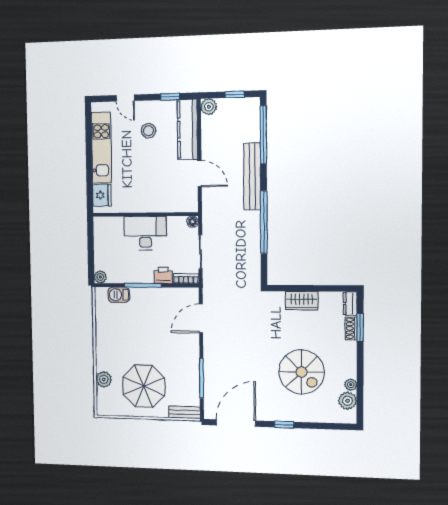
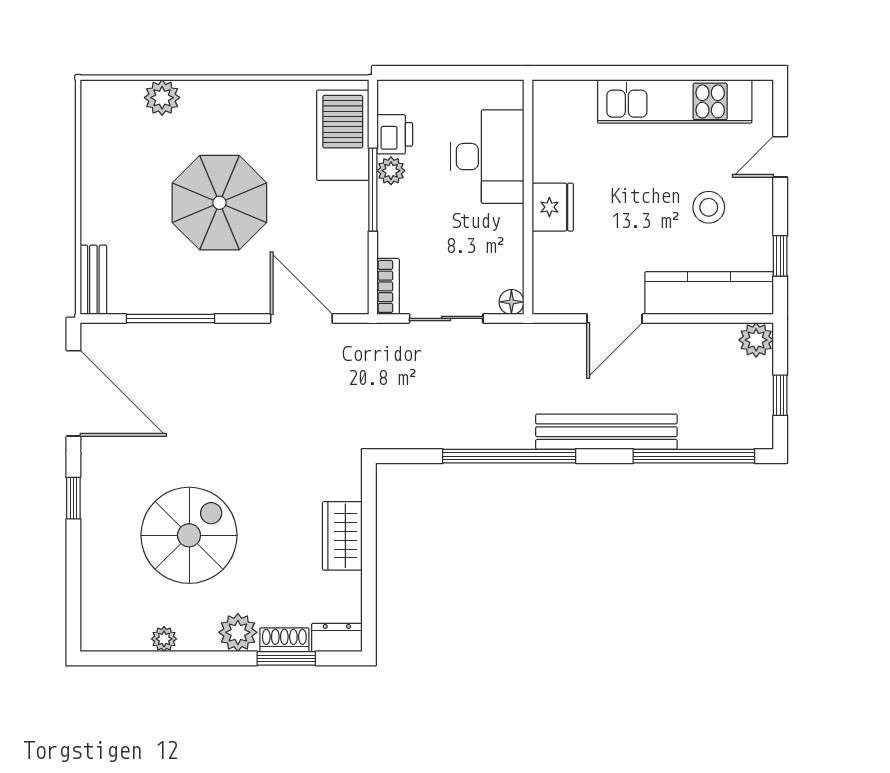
fridge: (102, 195) -> (553, 207), moved, turned -90
desk: (145, 233) -> (487, 157), moved
printer: (163, 275) -> (395, 134), moved
plant: (100, 277) -> (391, 171), moved
barbecue: (119, 295) -> (343, 135), width x1.88, depth x1.53
spiral stairs: (301, 372) -> (189, 535), turned 180
parasol: (144, 386) -> (219, 203), moved
plant: (348, 401) -> (238, 632), moved

